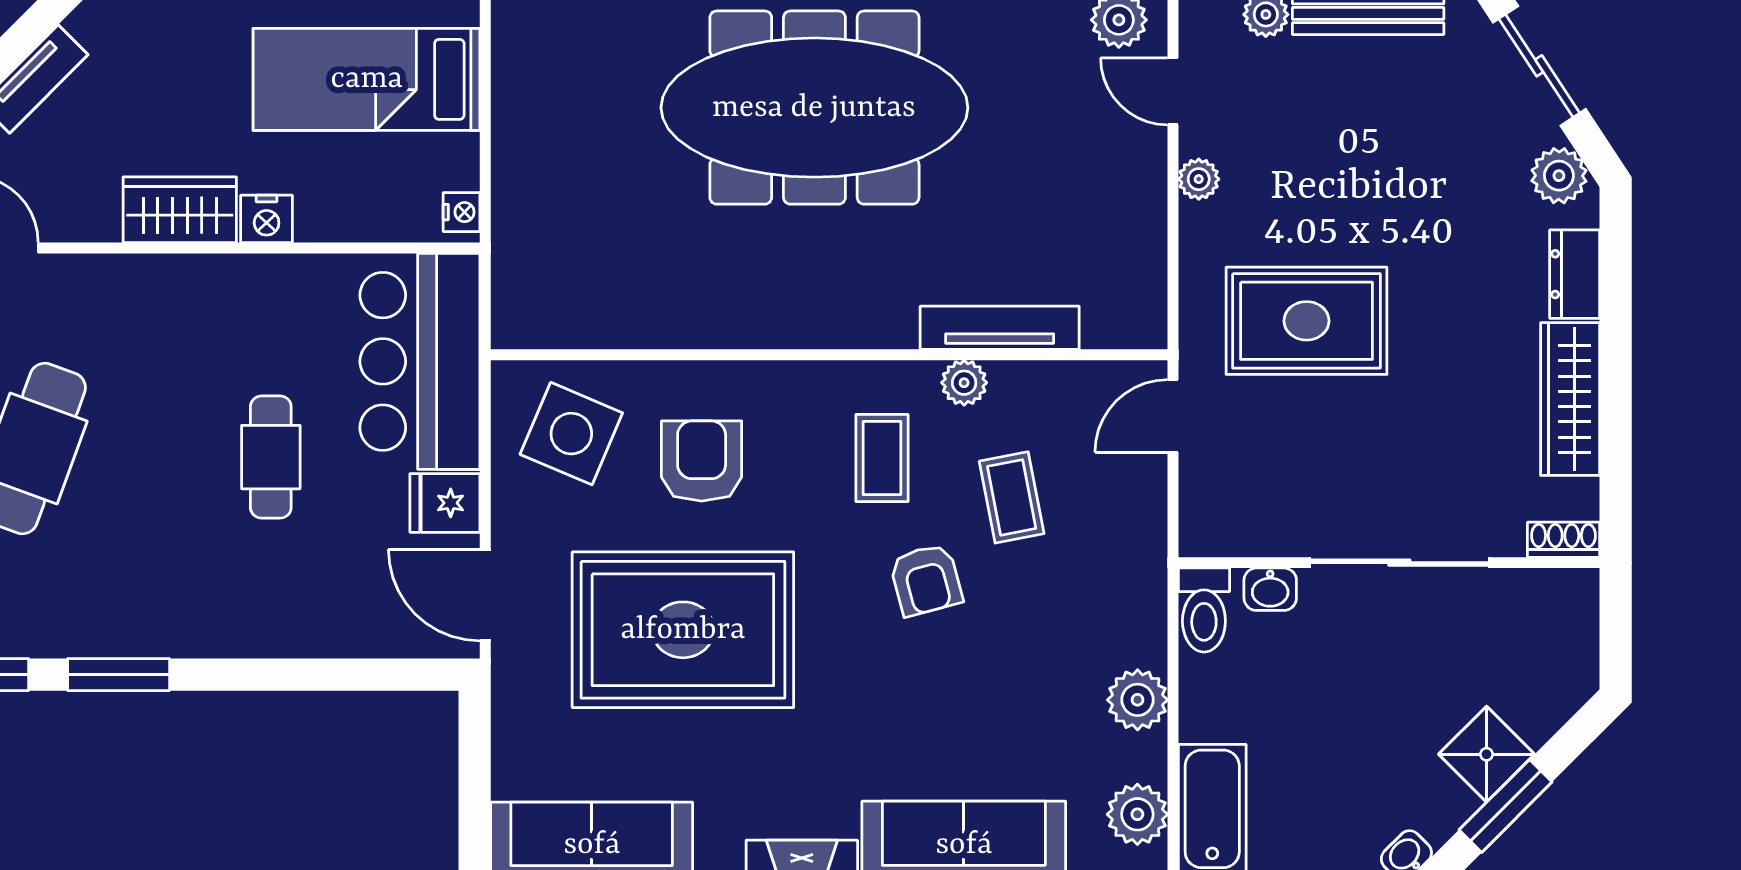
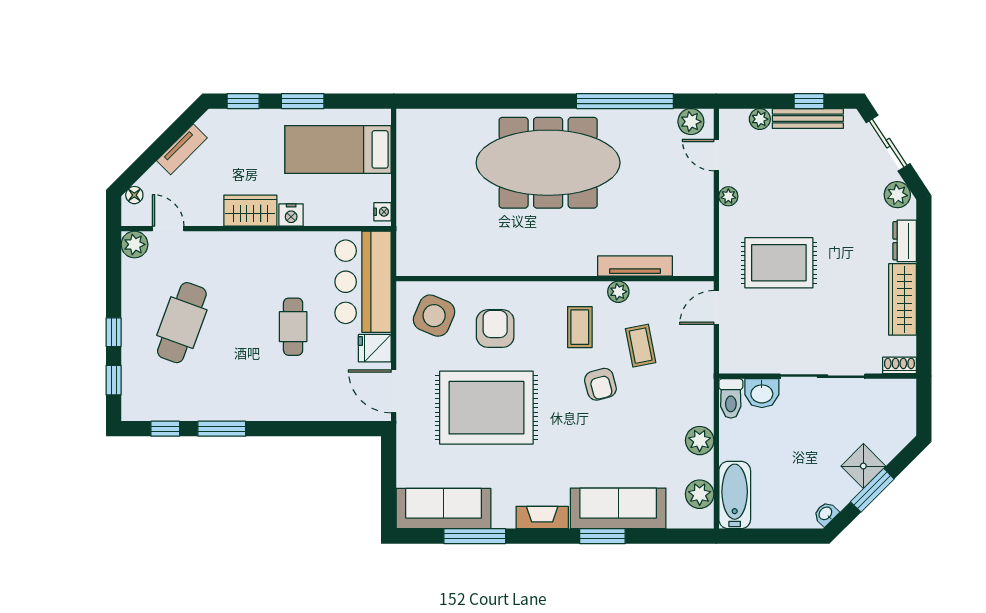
washbasin: (1270, 589) -> (762, 393), width x1.38, depth x1.45

